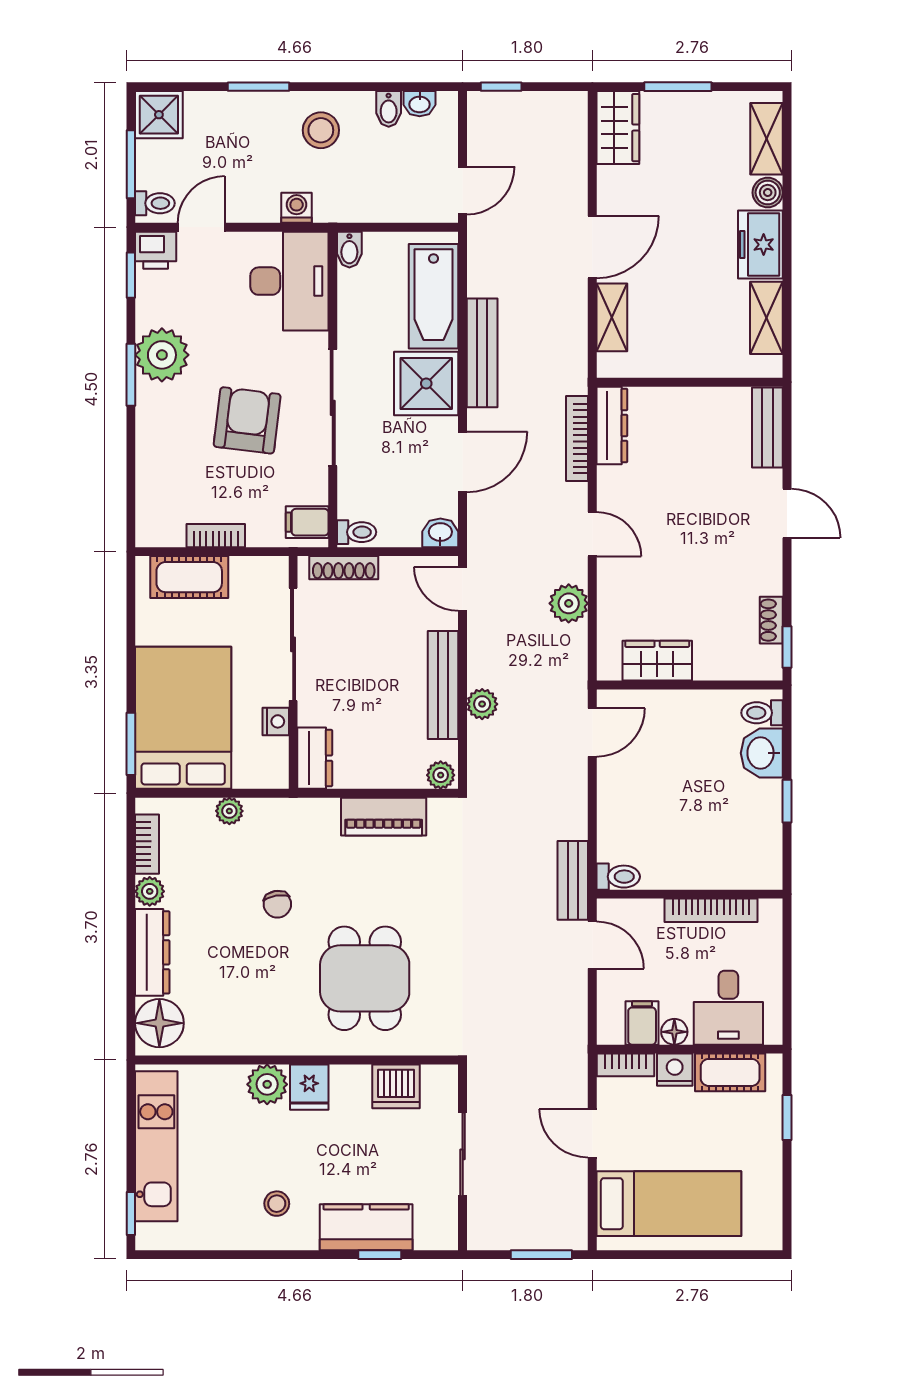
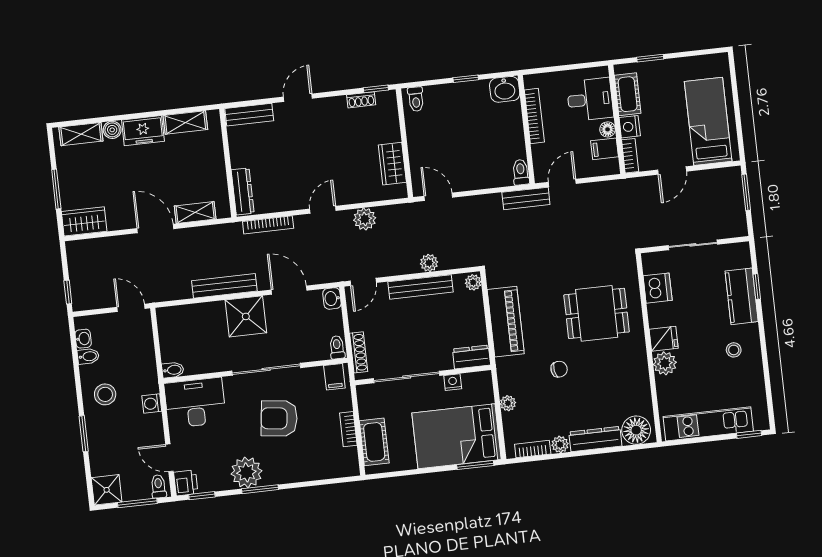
bathtub: (433, 296) -> (194, 318), removed
dresser: (612, 425) -> (243, 191), moved, turned 90
washbasin: (762, 753) -> (505, 89), moved
piano: (384, 817) -> (506, 322), width x1.37, depth x1.33

